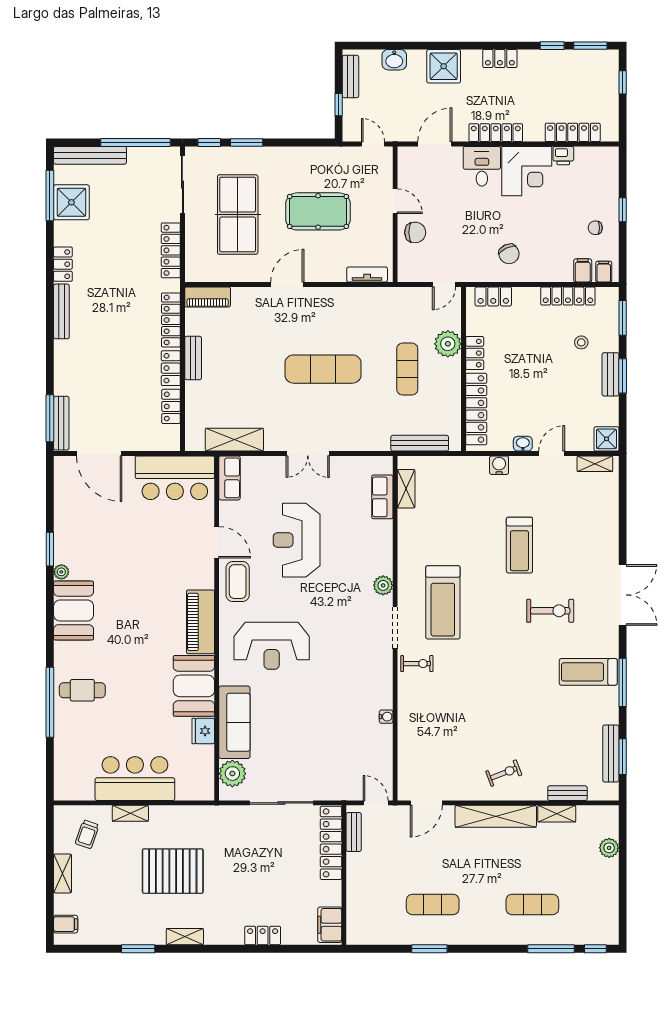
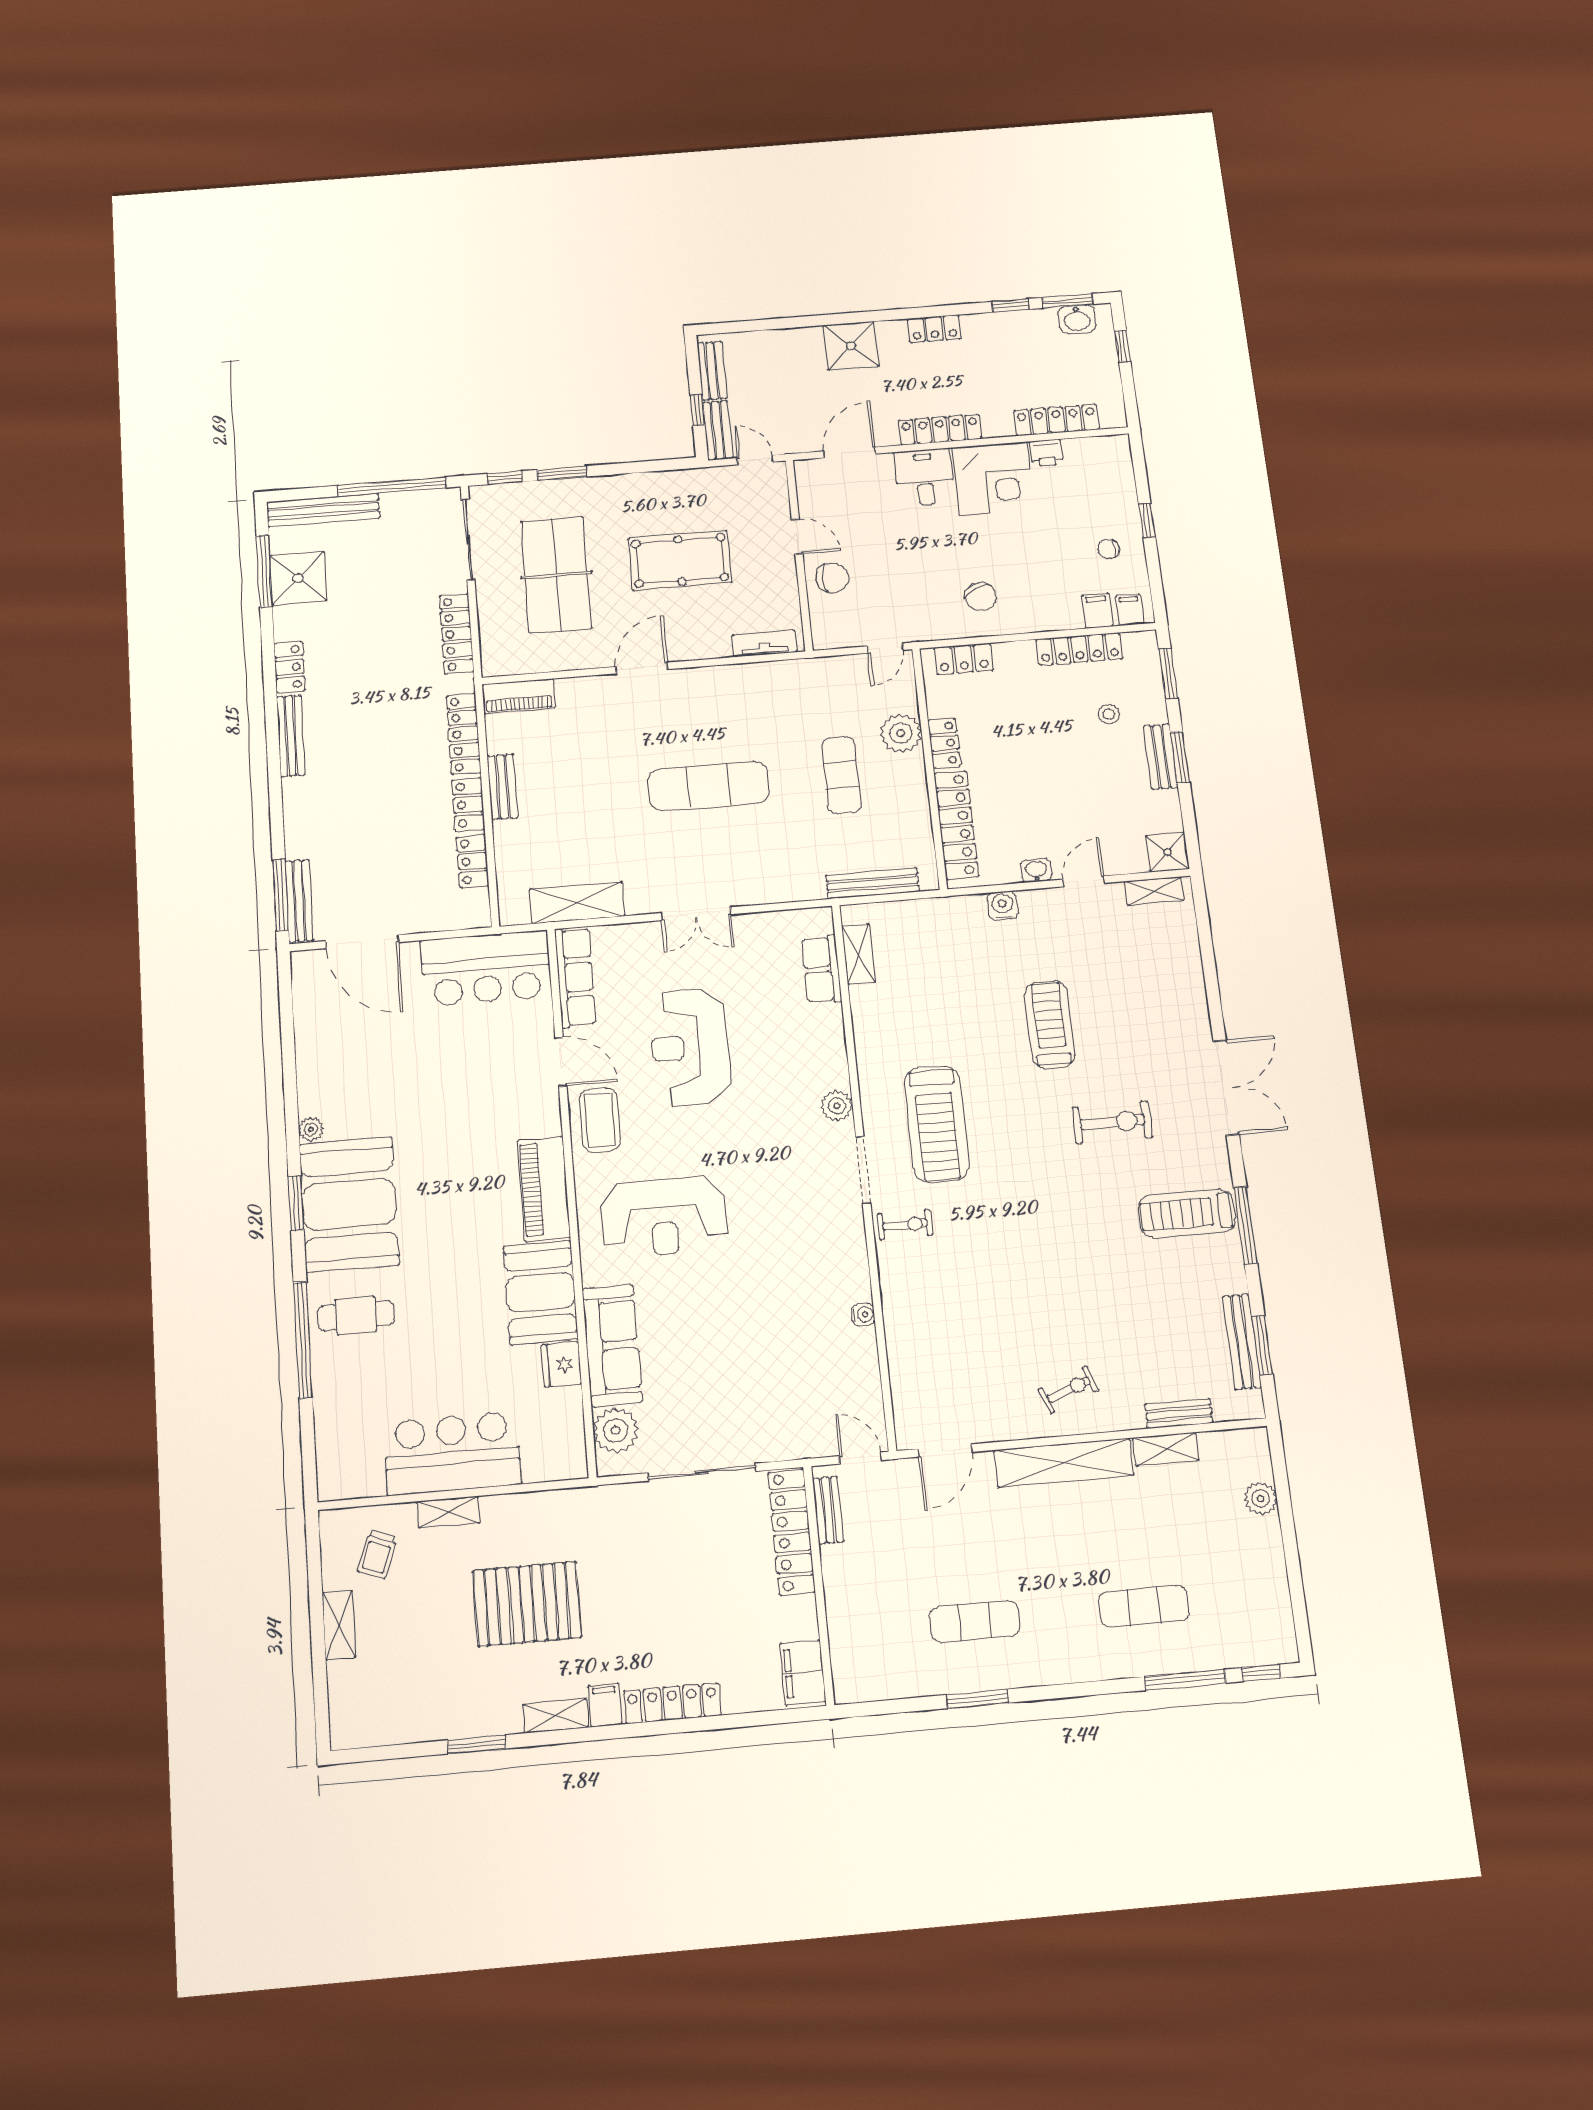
washbasin: (394, 60) -> (1077, 319), moved
bench: (350, 121) -> (718, 430), added
row of seats: (230, 478) -> (575, 977), width x1.48
treadmill: (519, 545) -> (1050, 1025), turned 180
window: (50, 549) -> (296, 1203), moved
booth: (74, 610) -> (349, 1204), width x1.36, depth x1.42
filing cabinet: (66, 924) -> (605, 1705), moved, turned -90
locker: (263, 935) -> (672, 1703), width x1.53

